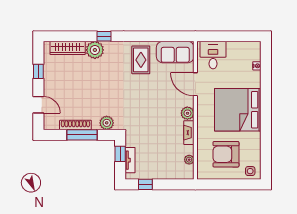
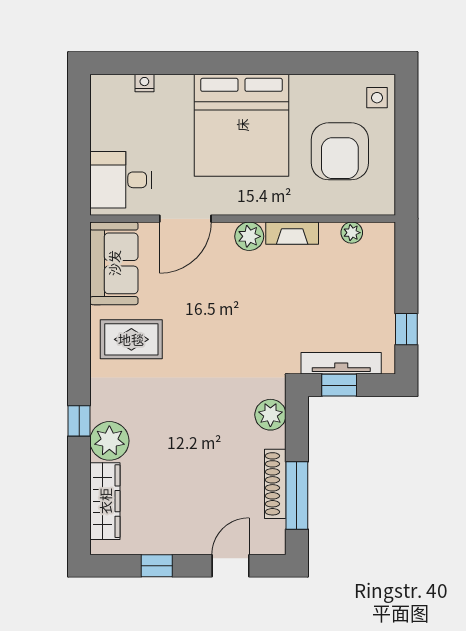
window: (82, 135) -> (297, 495), moved
tv unit: (130, 160) -> (341, 363), width x1.41

